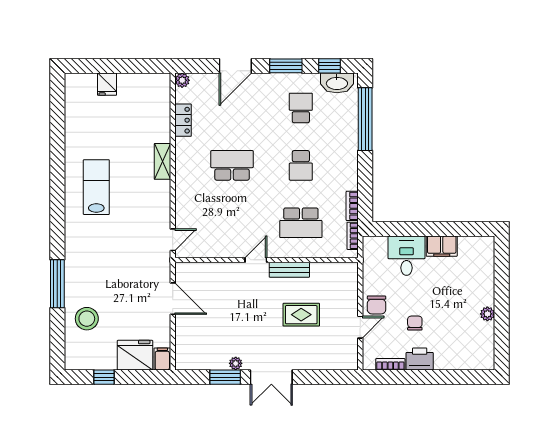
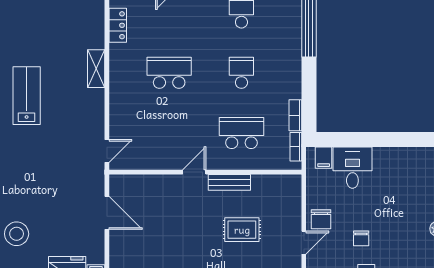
school desk: (301, 165) -> (241, 73), turned 180
school desk: (301, 223) -> (241, 133), turned 180
filing cabinet: (442, 246) -> (324, 158), moved, width x0.50
chair: (415, 323) -> (361, 238), turned 180

